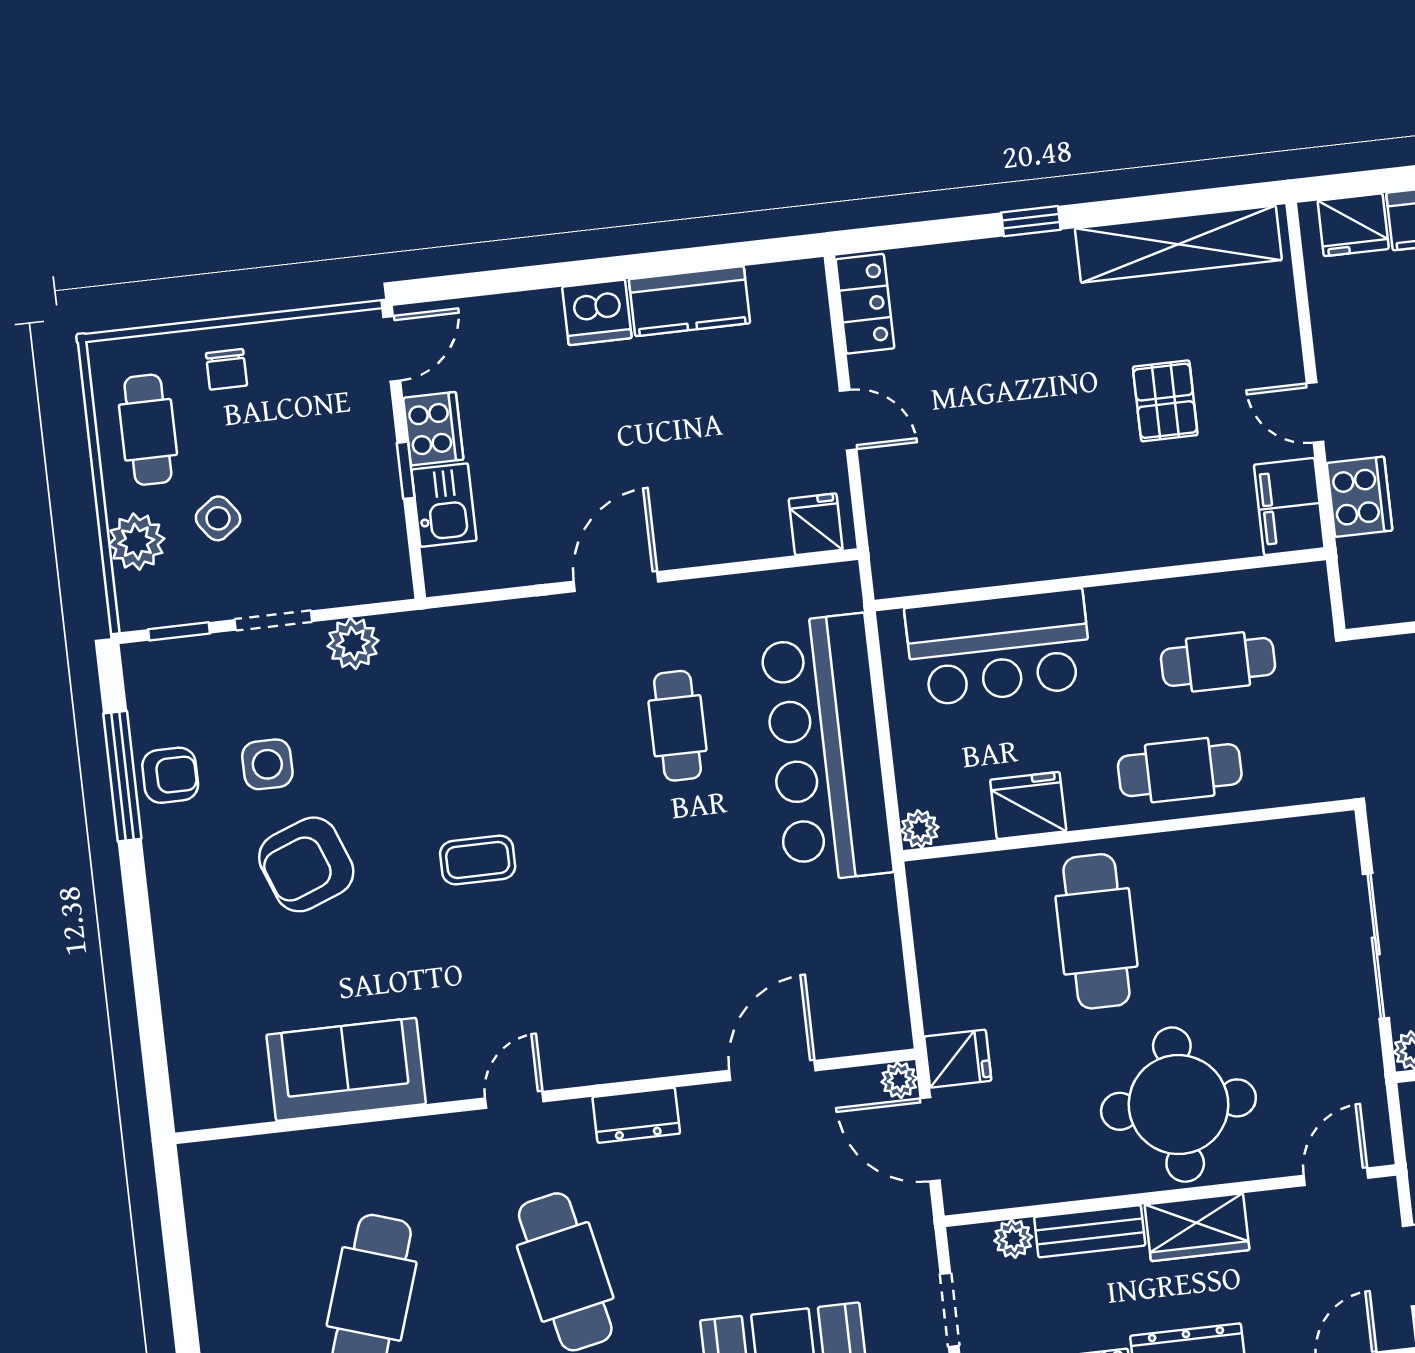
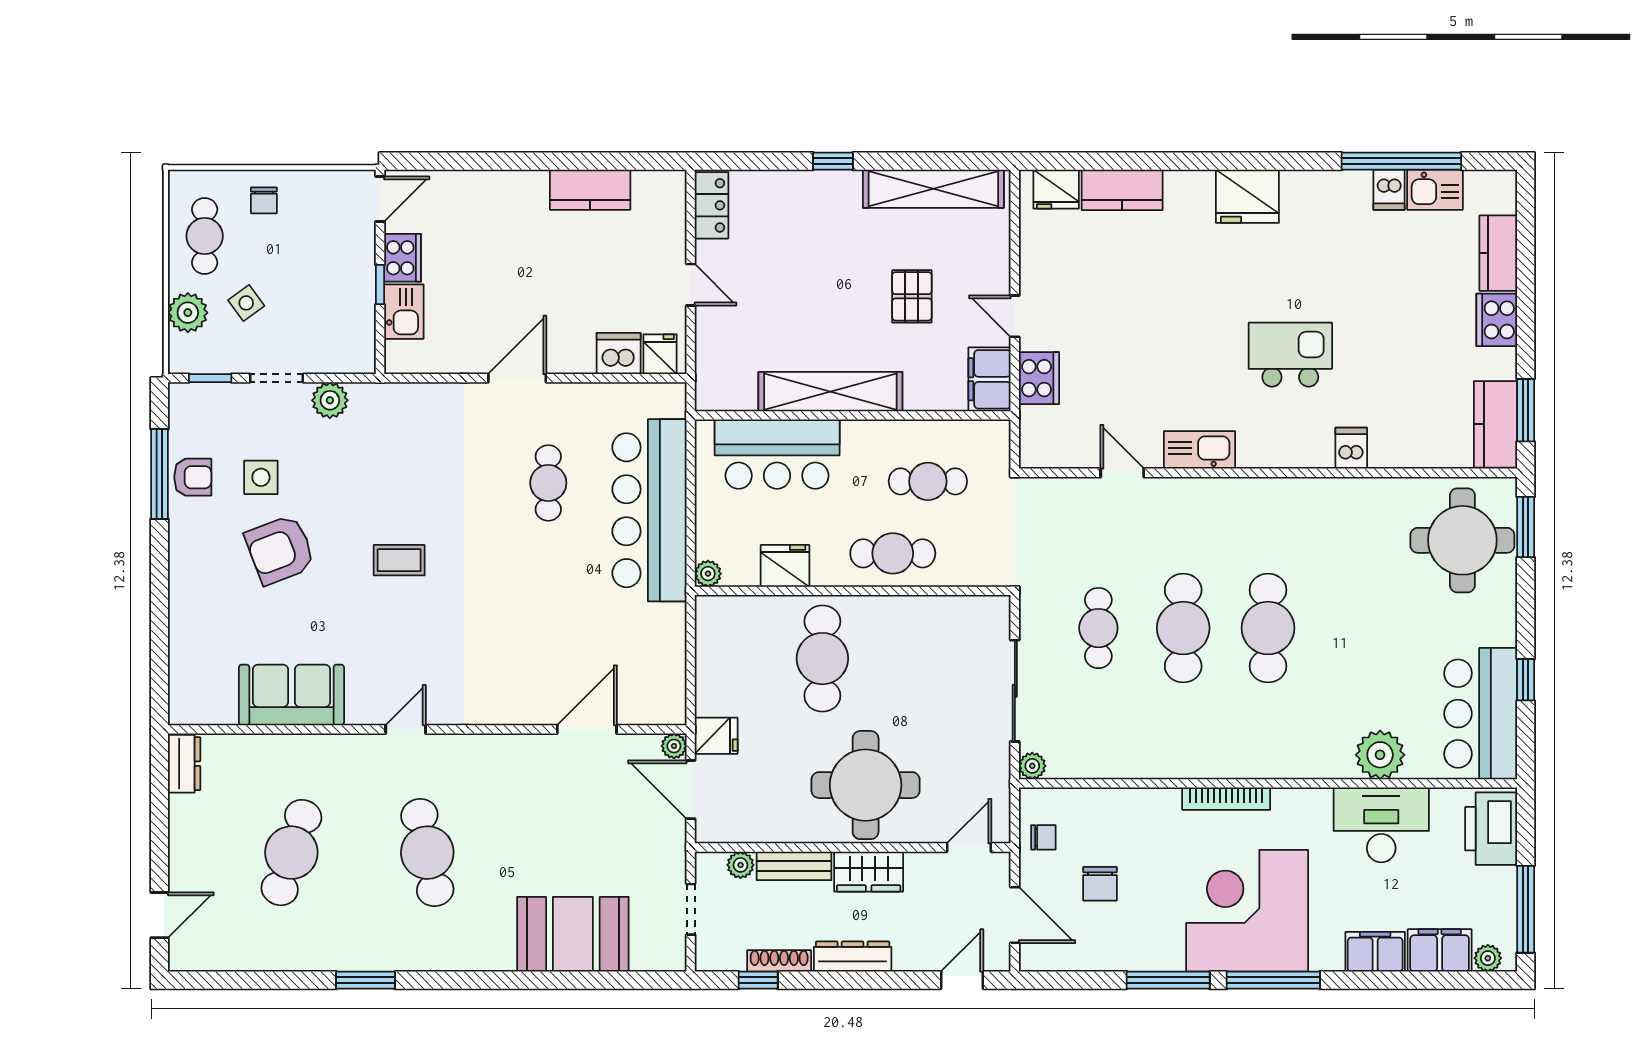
dishwasher: (597, 312) -> (619, 354), moved, turned 180
shelving: (1065, 550) -> (830, 392), added
dresser: (636, 1115) -> (184, 764), moved, turned -90

